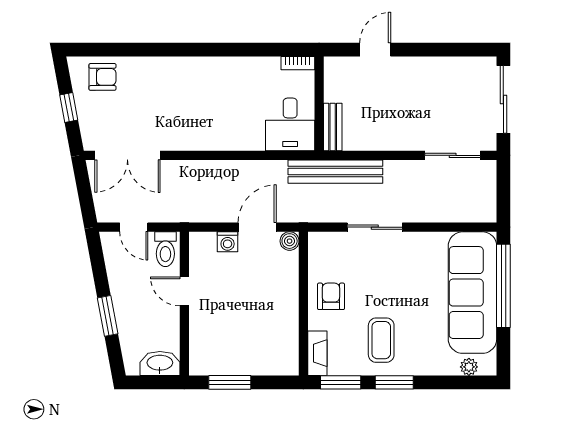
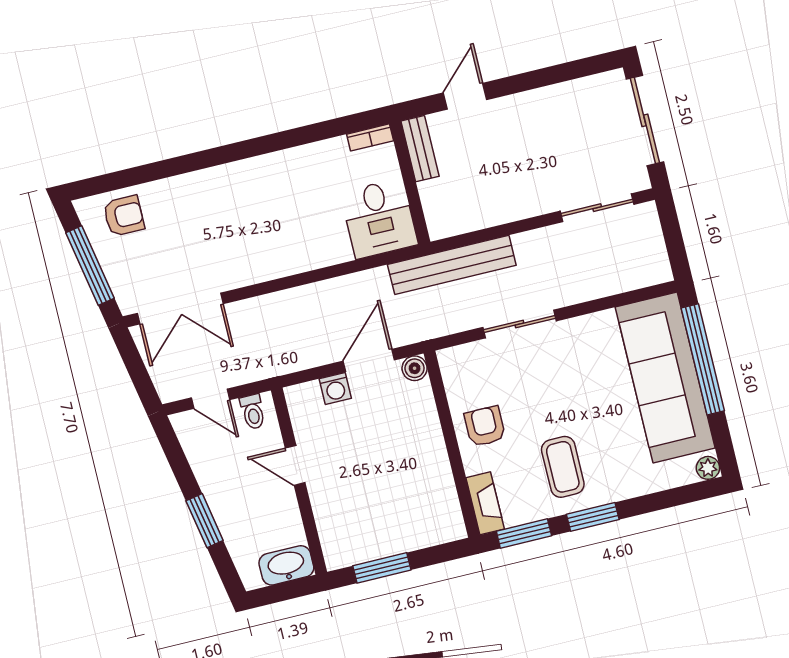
window: (69, 107) -> (90, 265), width x2.17
bench: (333, 127) -> (420, 149), moved
toilet: (165, 249) -> (253, 412), width x0.73, depth x0.72
plant: (469, 367) -> (708, 468), moved

